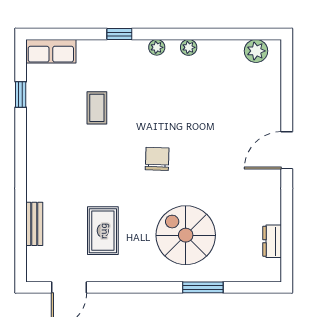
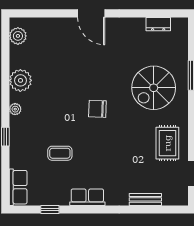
plant: (189, 47) -> (20, 80), width x1.88, depth x1.88
row of seats: (37, 145) -> (87, 197), added
rug: (103, 231) -> (167, 143), moved, turned 90

